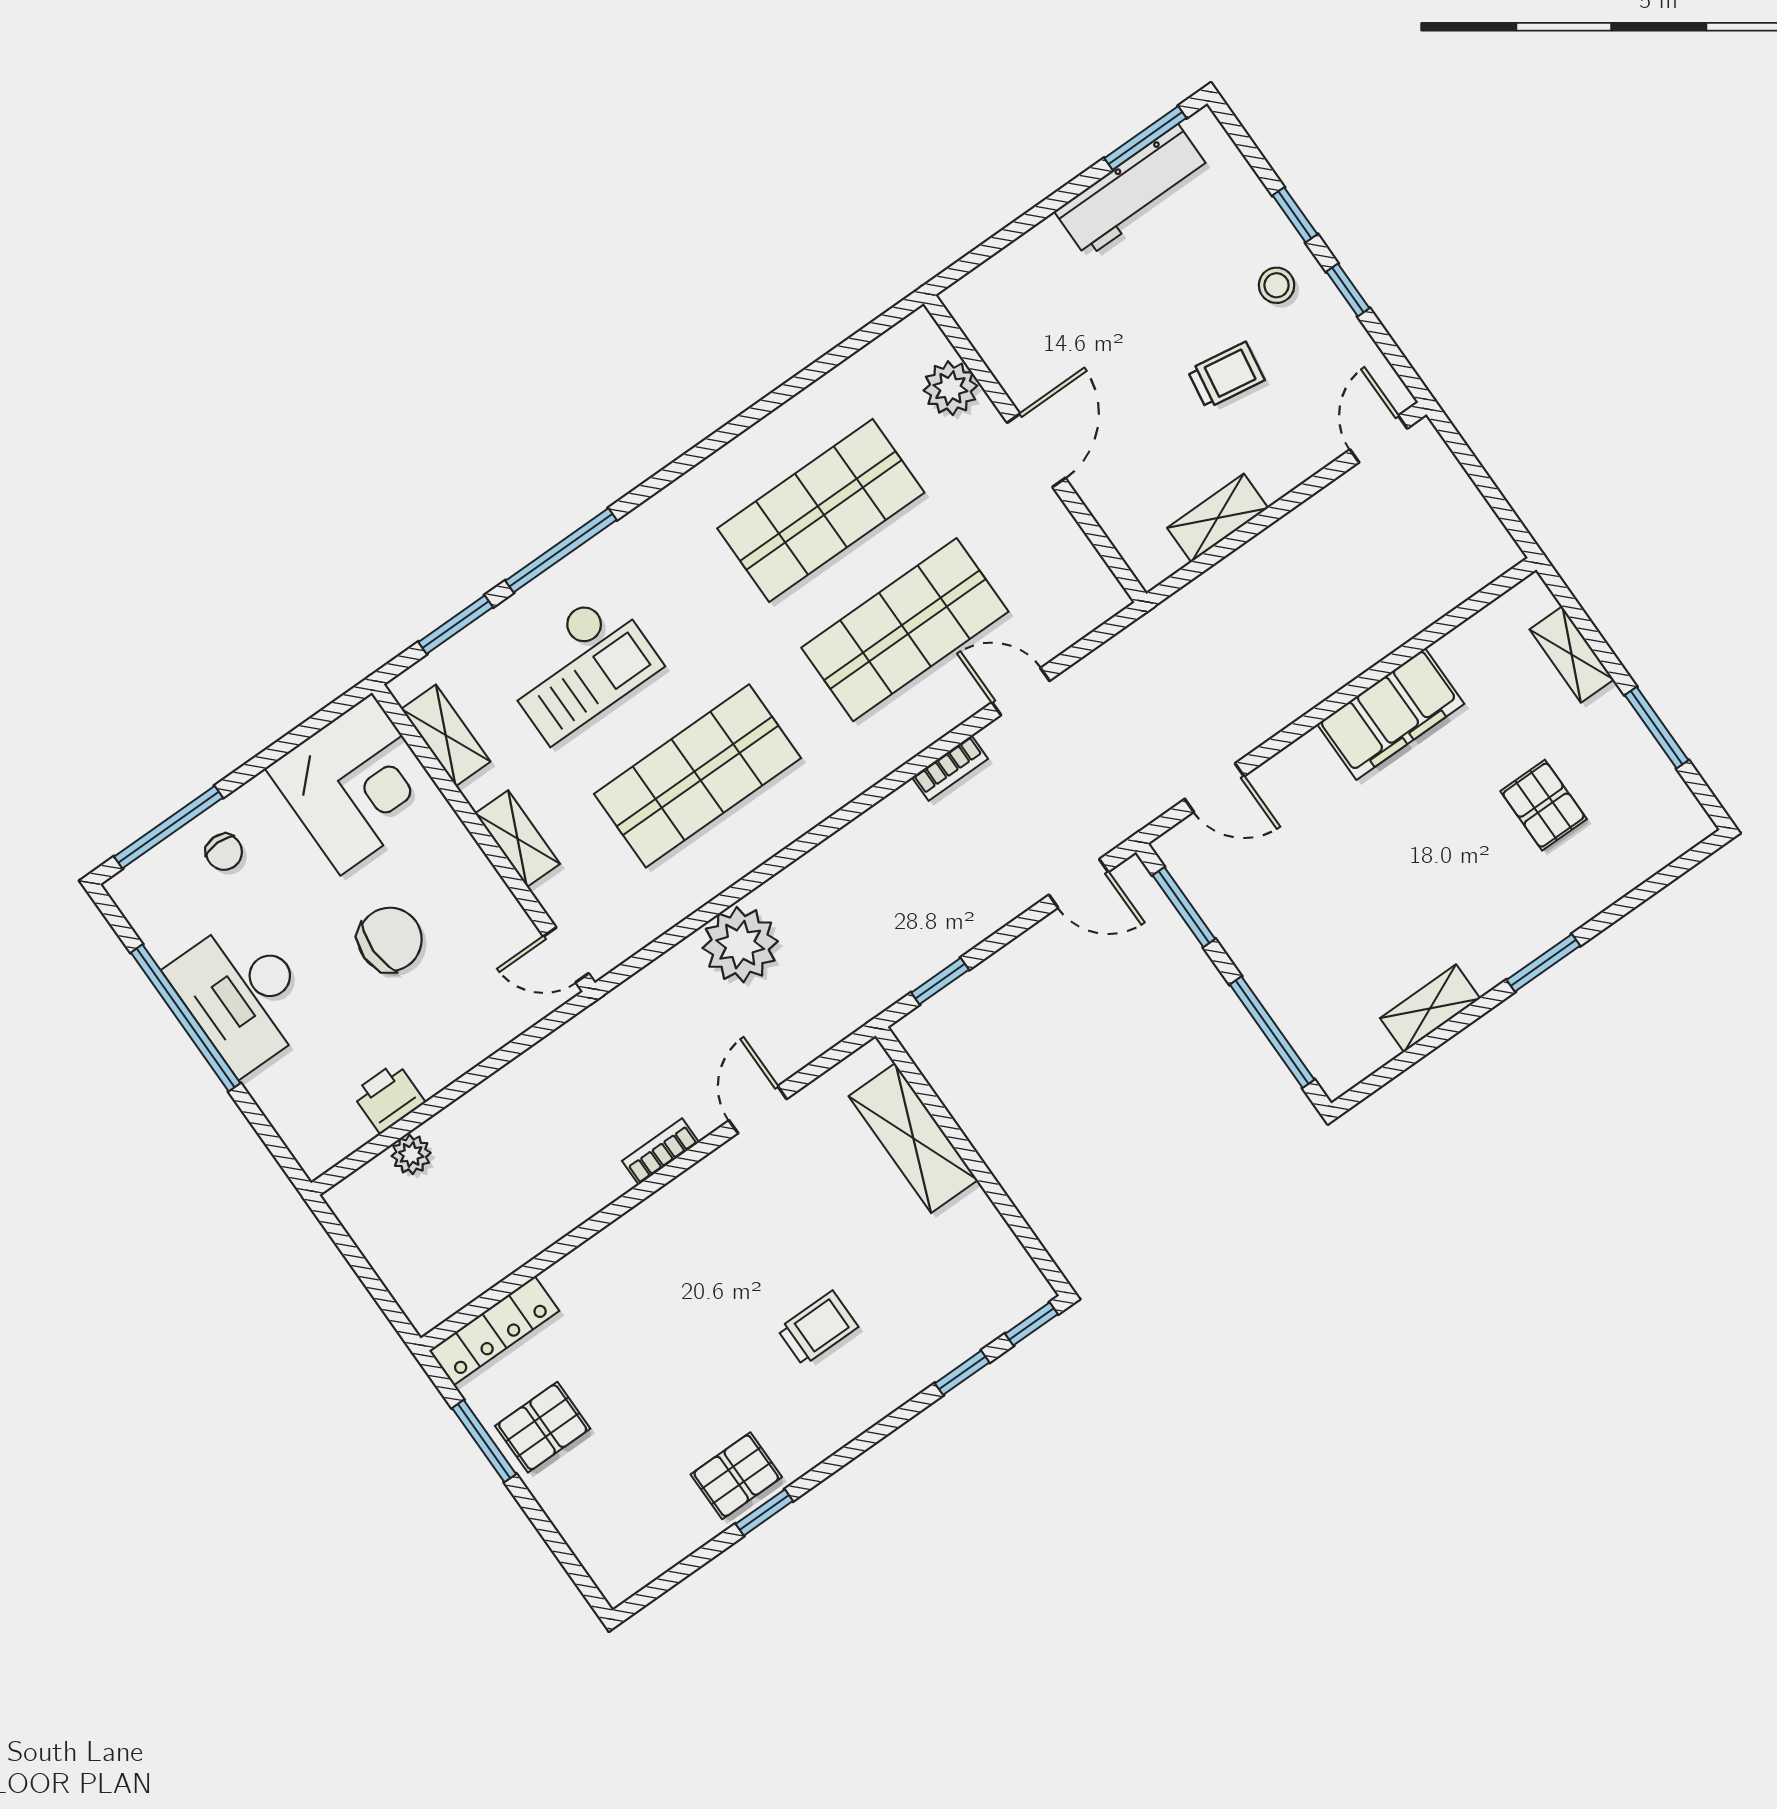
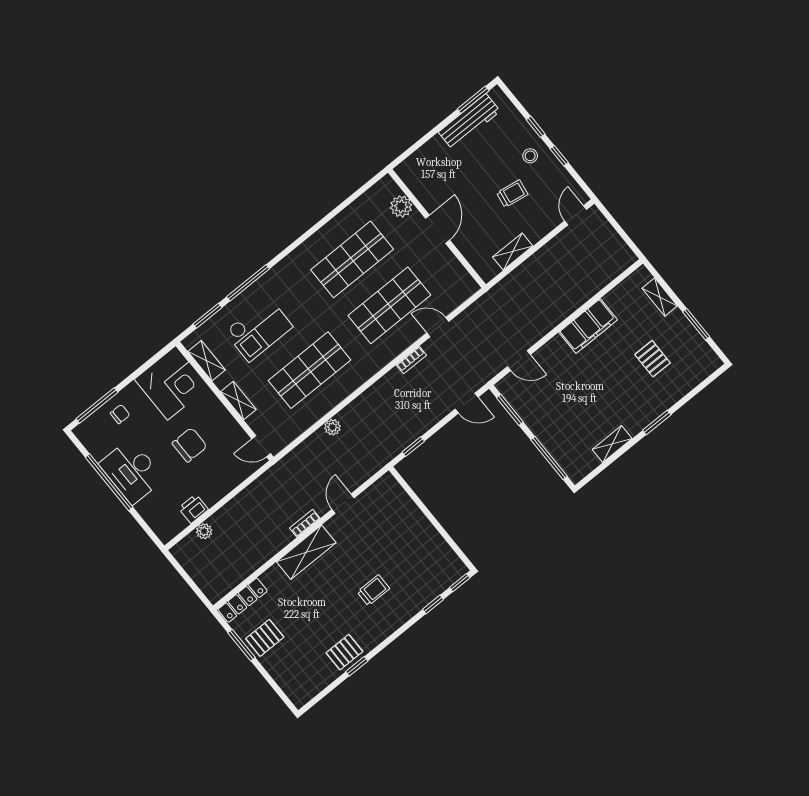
chair: (224, 852) -> (120, 414), turned -90
plant: (740, 945) -> (332, 427), width x0.53, depth x0.53
shelving: (913, 1138) -> (306, 552), moved, turned 90

